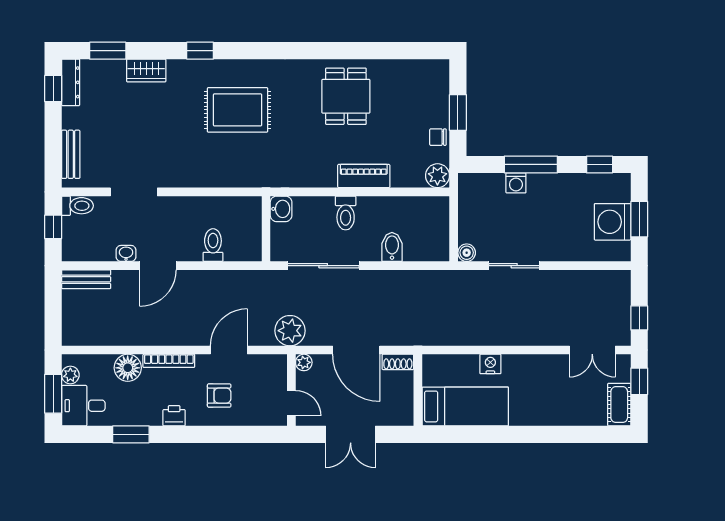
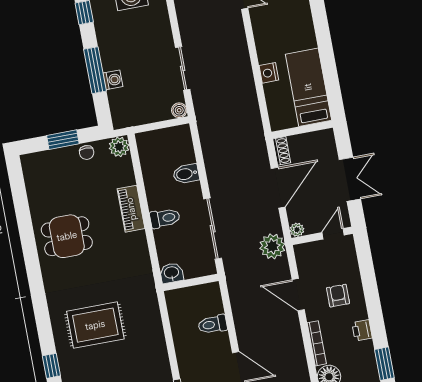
rug: (238, 110) -> (95, 325), turned 90

